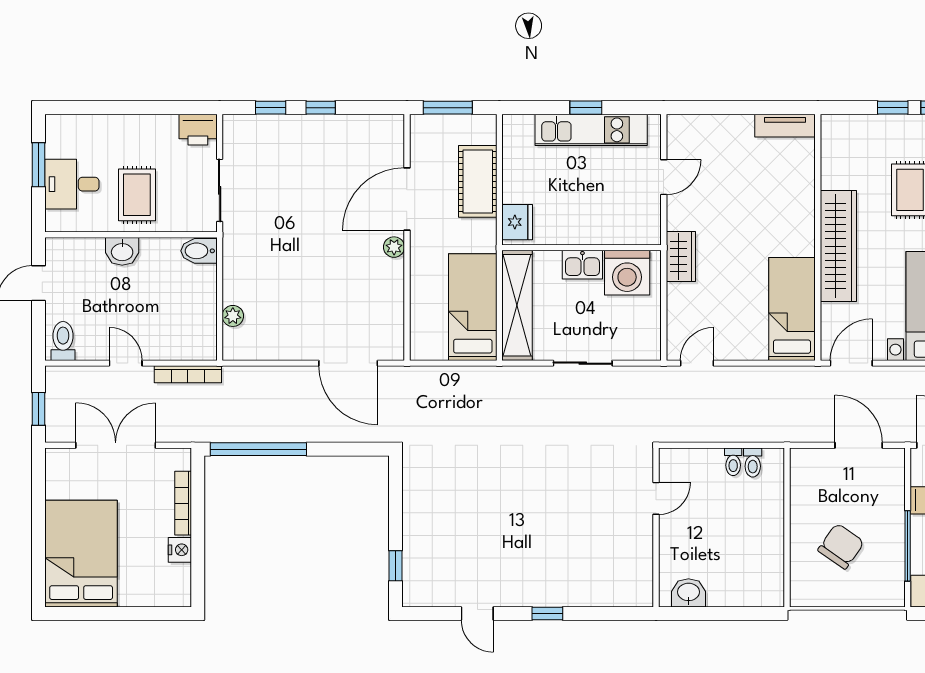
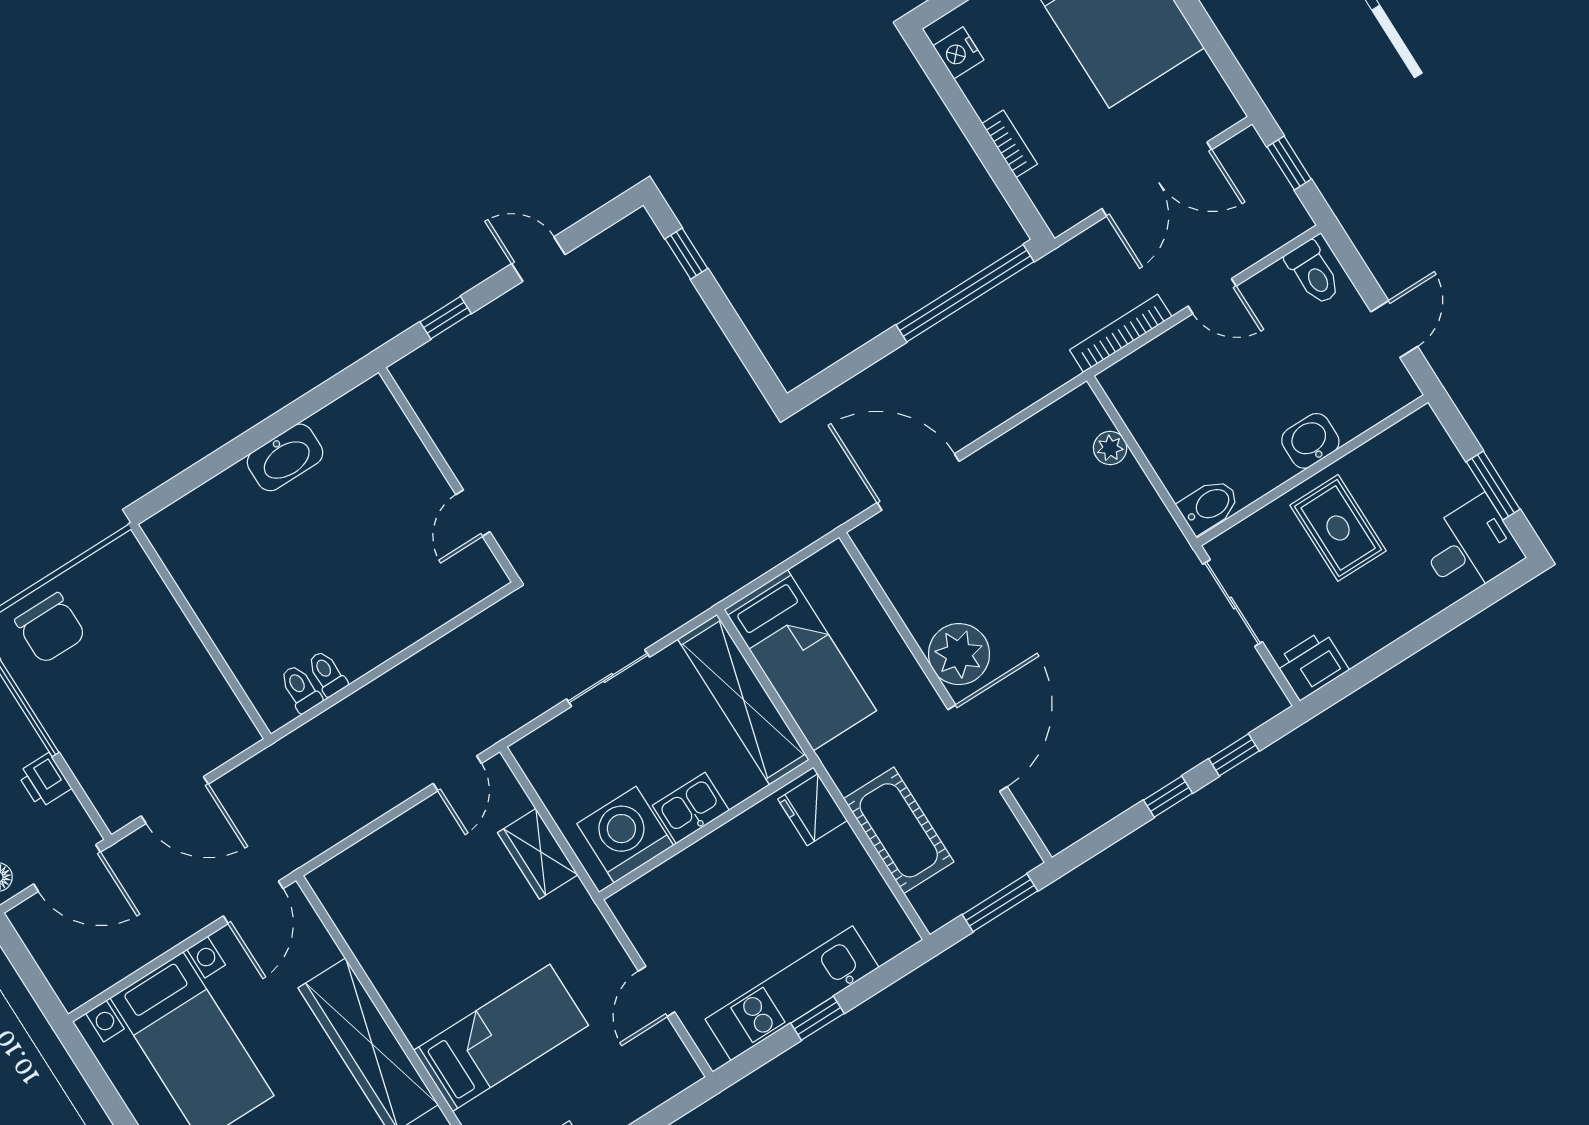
desk: (72, 184) -> (1470, 547), moved
plant: (394, 247) -> (959, 654), width x1.87, depth x1.87
wardrobe: (681, 256) -> (538, 854), moved
bed: (792, 309) -> (501, 1038), moved, turned -90
door: (656, 498) -> (473, 513), moved
bookcase: (183, 503) -> (1010, 144), width x0.64
wall: (656, 527) -> (449, 475), moved
chair: (841, 546) -> (50, 628), moved, turned -35
nightstand: (180, 550) -> (958, 53), moved
washbasin: (688, 593) -> (285, 457), width x1.38

